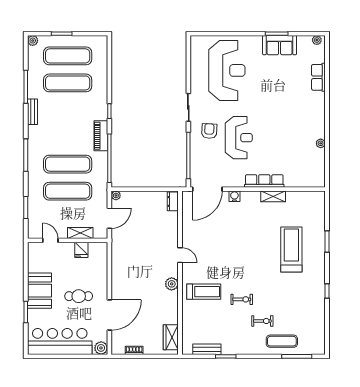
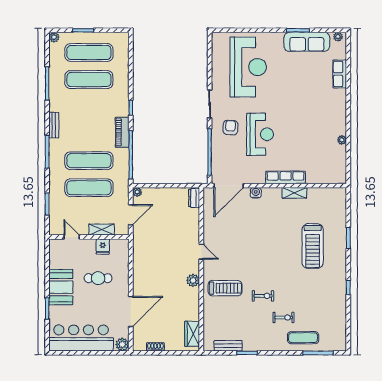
sofa: (280, 45) -> (307, 42), width x1.36
bench: (32, 112) -> (54, 125), moved
treadmill: (291, 250) -> (313, 246), turned 180
cafe table: (79, 296) -> (98, 278), moved

